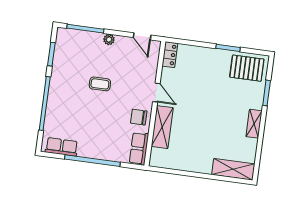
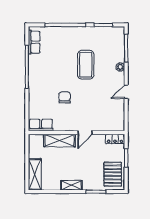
locker: (170, 55) -> (115, 139), moved
coffee table: (100, 84) -> (86, 65), width x1.86, depth x1.72
door: (156, 93) -> (85, 133), moved
wall: (155, 104) -> (76, 133), moved
shelving: (162, 127) -> (59, 140), moved
row of seats: (139, 149) -> (41, 125), moved

